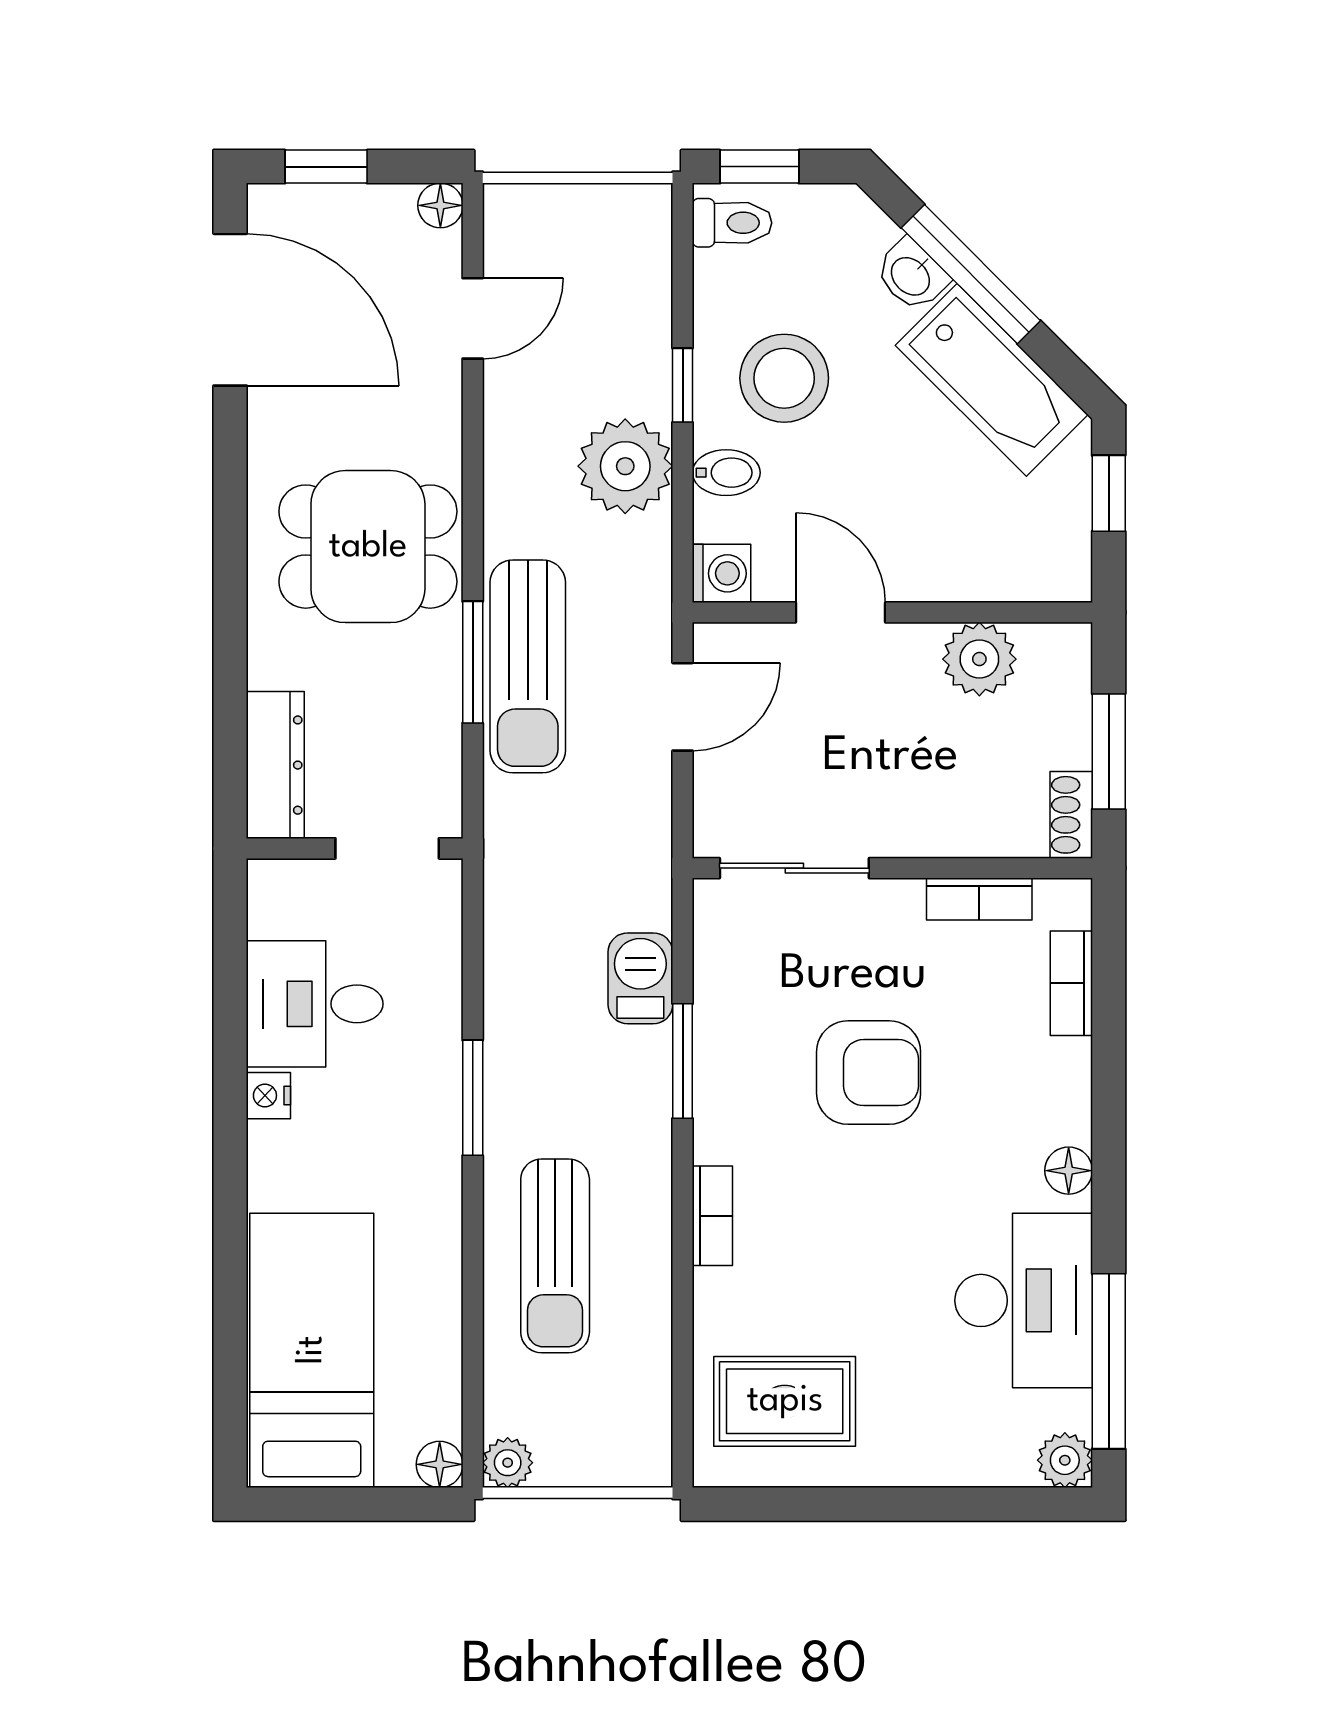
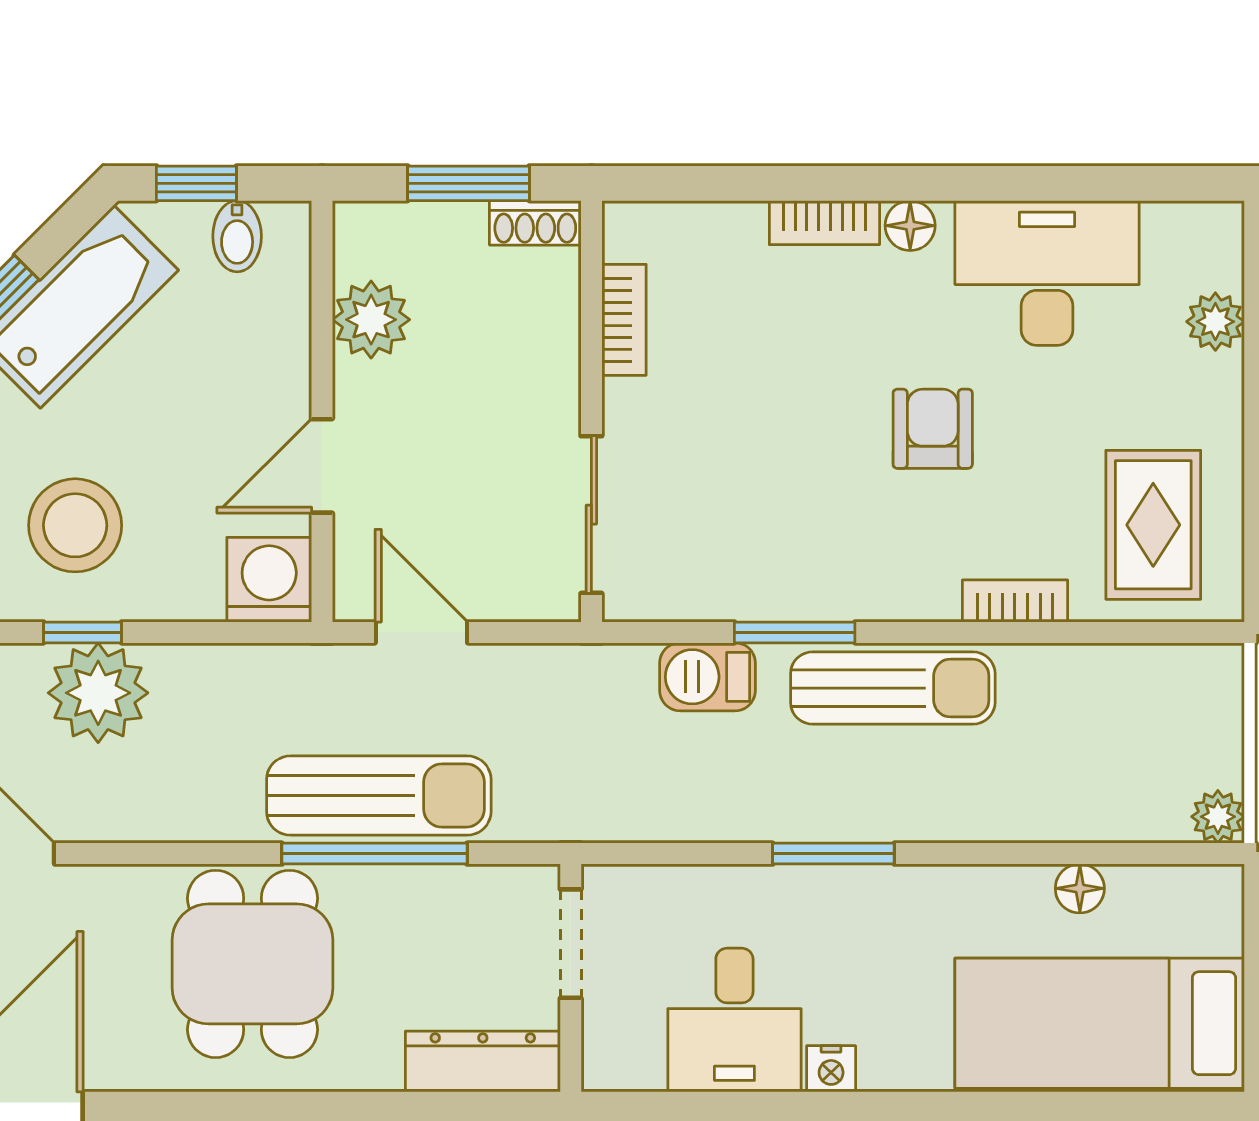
plant: (625, 466) -> (98, 693), moved
bidet: (726, 473) -> (237, 236), moved, turned 180
washing machine: (722, 573) -> (269, 580), width x1.38, depth x1.38
window: (473, 662) -> (374, 854), width x1.44
bookcase: (1071, 983) -> (824, 223), moved
armchair: (869, 1073) -> (933, 429), moved, width x0.72, depth x0.72
bookcase: (712, 1216) -> (1015, 601), moved
sun lounger: (555, 1256) -> (893, 688), moved
window: (1109, 1361) -> (1111, 183), removed
plant: (1065, 1460) -> (1215, 322), moved
floor lamp: (440, 1464) -> (1080, 888), moved

